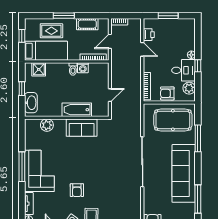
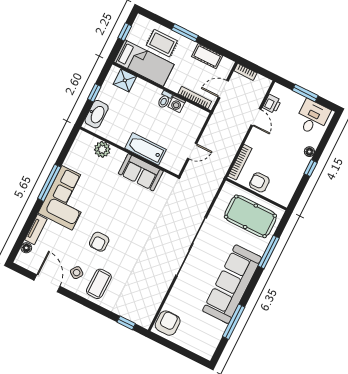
desk: (183, 70) -> (312, 117), moved, turned -90
plant: (189, 88) -> (288, 189), removed

